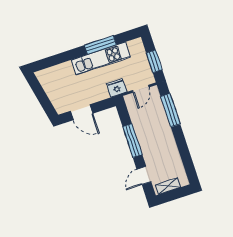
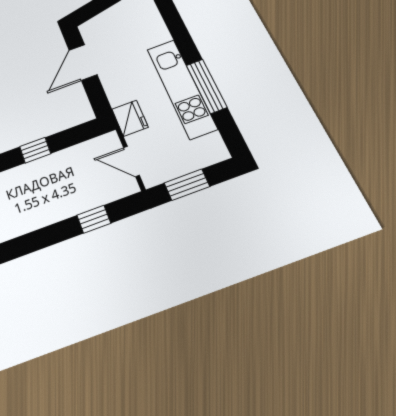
window: (170, 110) -> (94, 219), width x0.46
window: (132, 141) -> (35, 150), width x0.46

